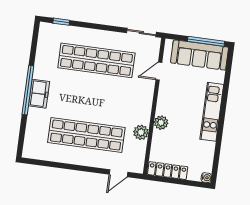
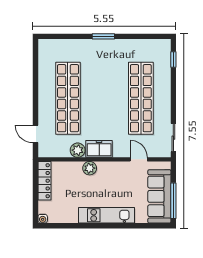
window: (28, 90) -> (103, 36), width x0.47
freezer: (39, 94) -> (99, 149), moved, turned 180

